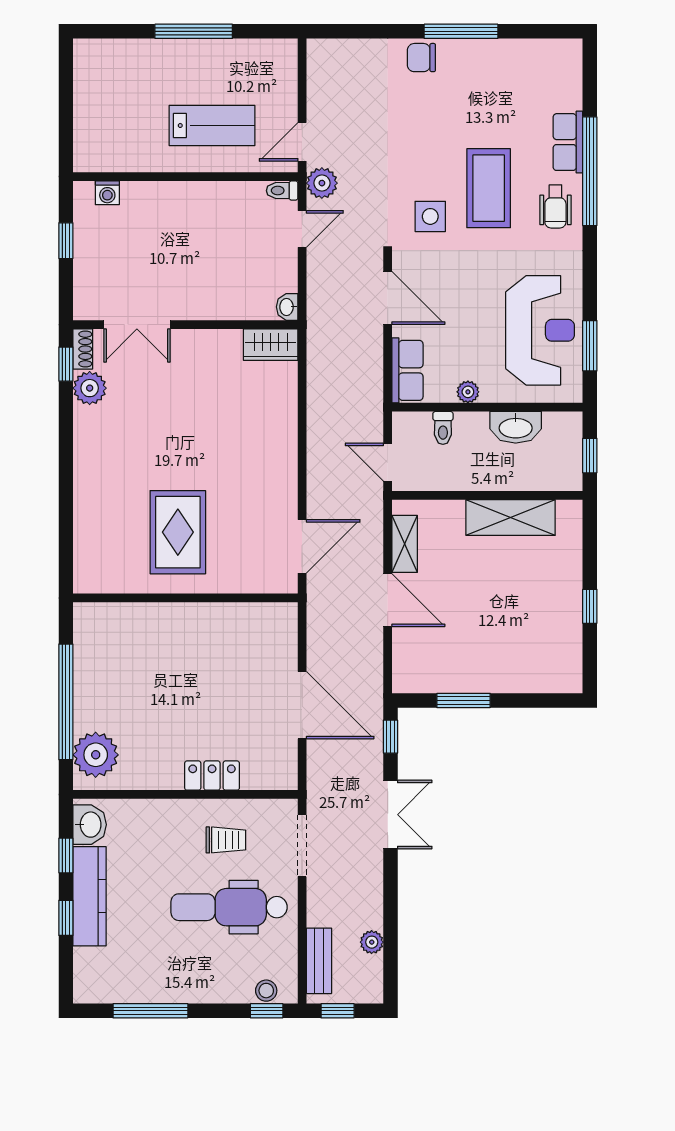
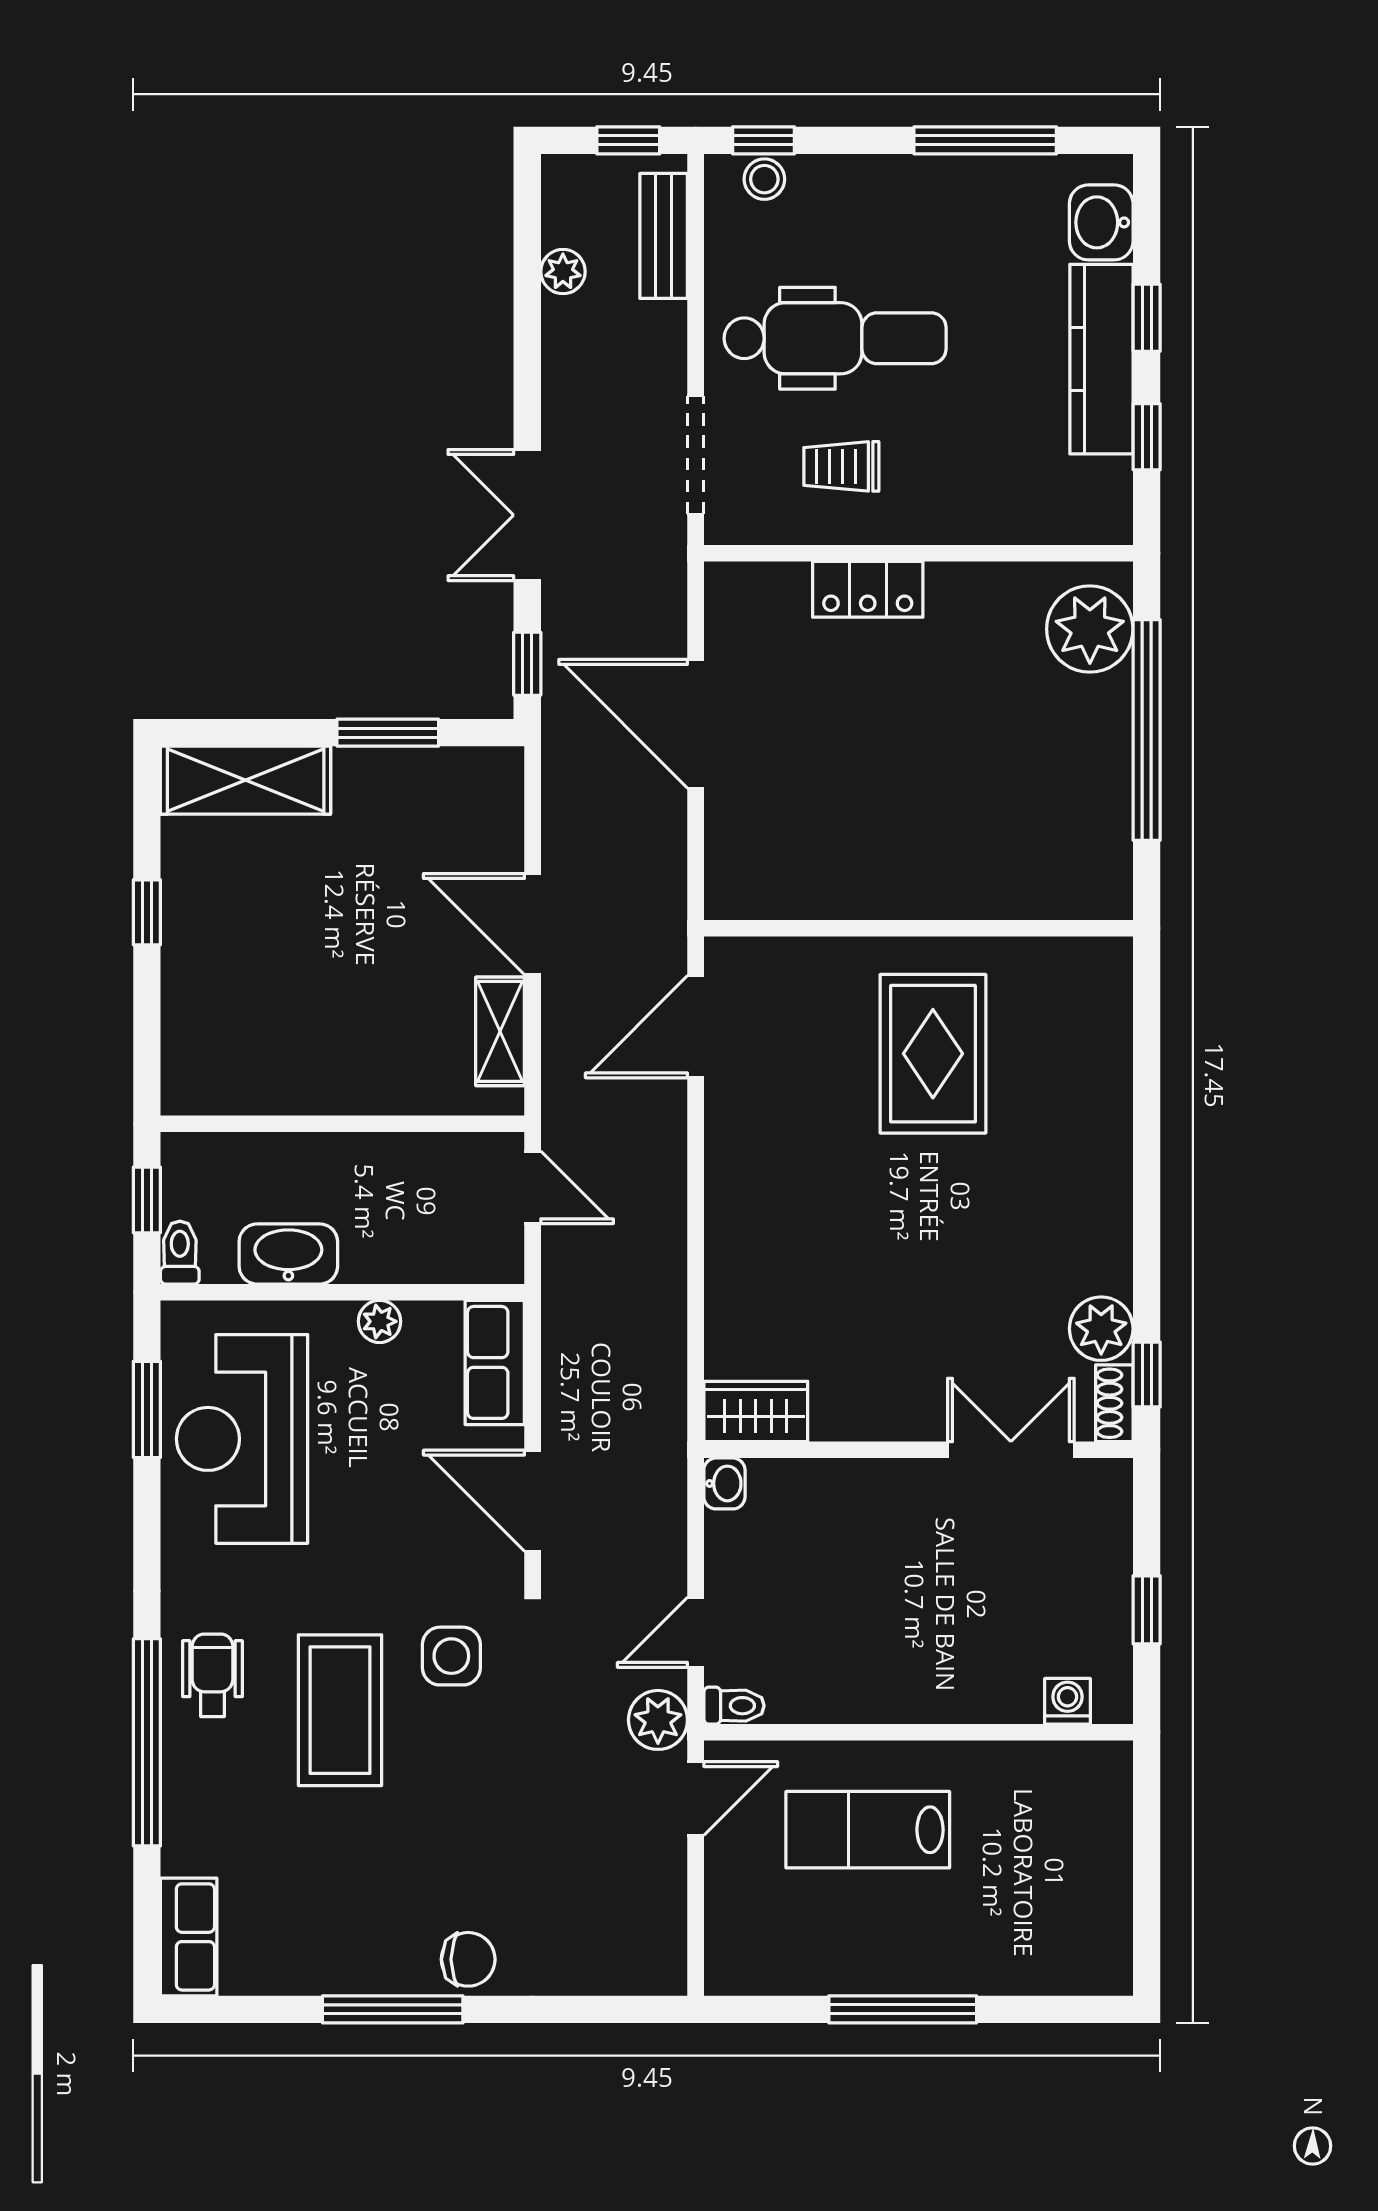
row of seats: (568, 142) -> (189, 1937), moved
toilet: (443, 428) -> (180, 1253), moved
shelving: (511, 518) -> (246, 780), moved
washbasin: (90, 825) -> (1101, 222), moved

